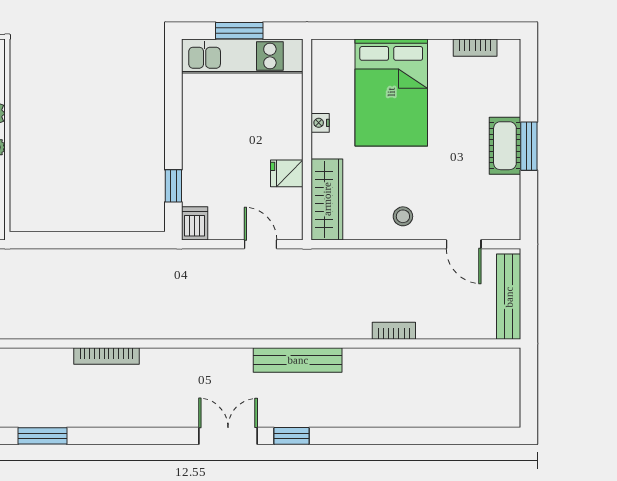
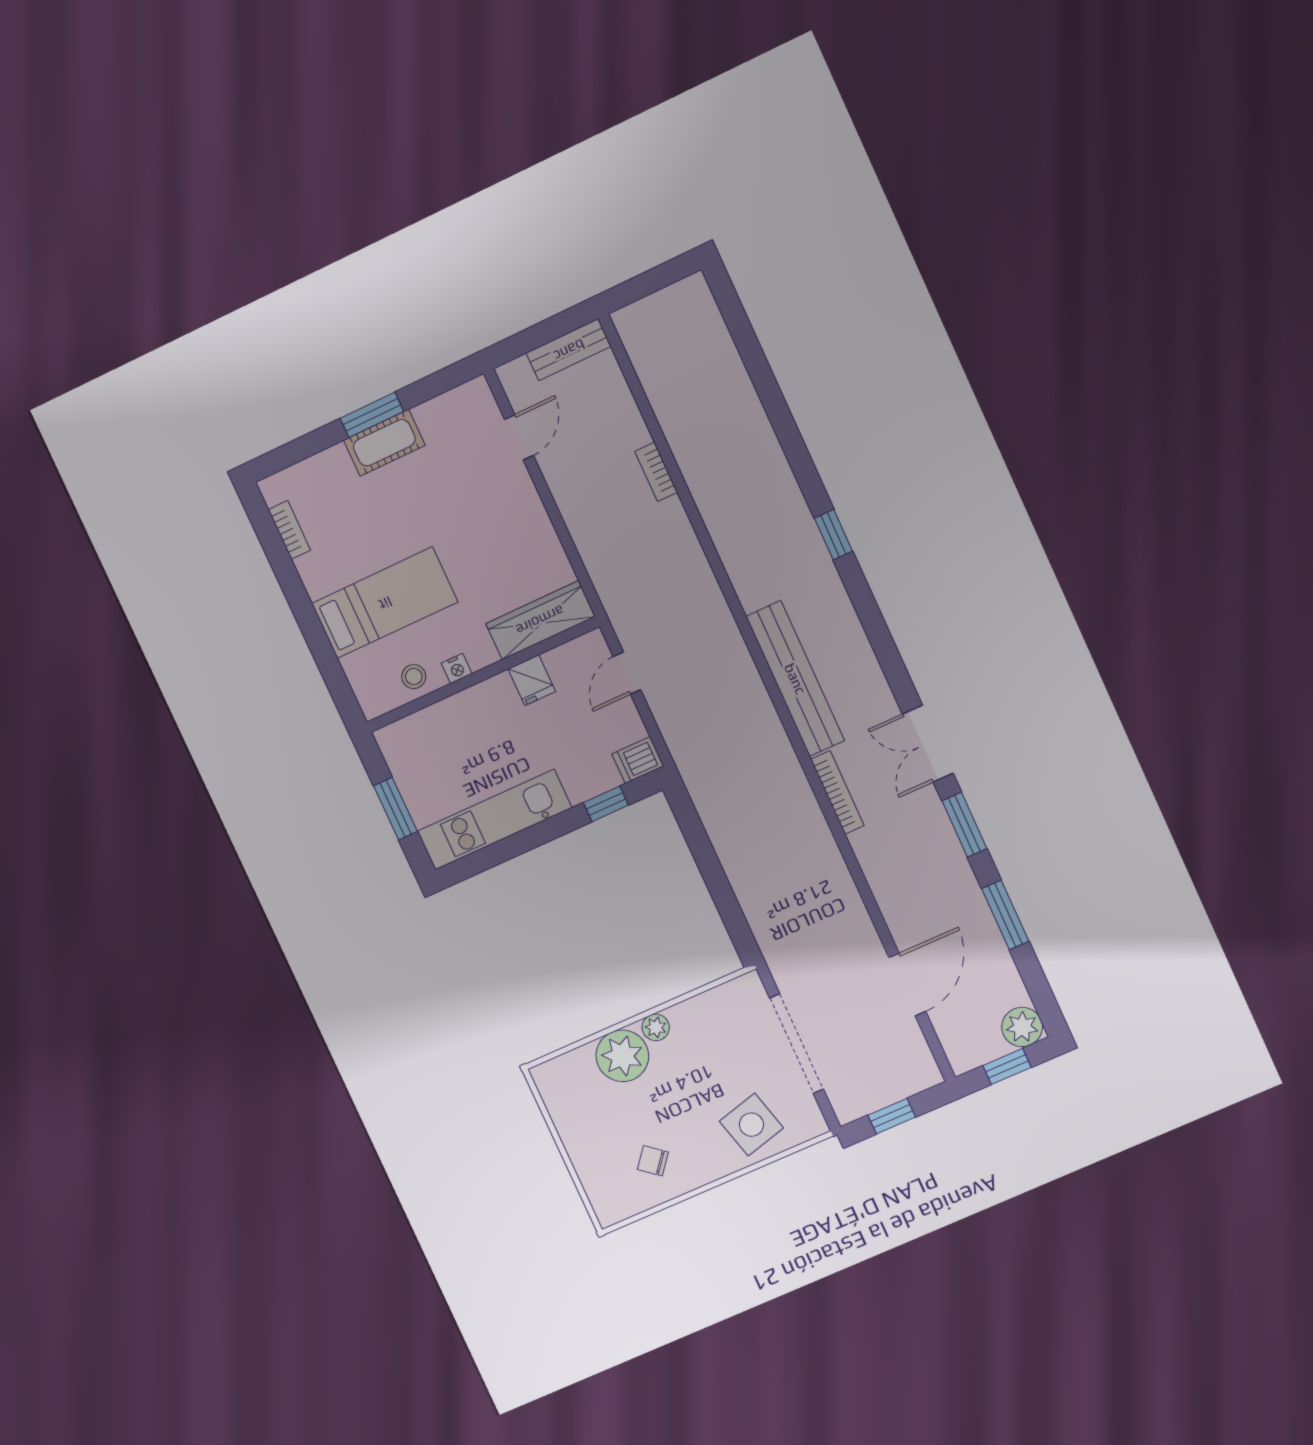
kitchen unit: (242, 56) -> (494, 820), moved, turned -90
bed: (391, 92) -> (385, 603), width x0.67
stool: (403, 216) -> (414, 677), moved
bench: (509, 297) -> (569, 350), width x0.73
bench: (298, 360) -> (795, 679), moved, width x1.37, depth x1.21
double door: (228, 436) -> (928, 744), moved

